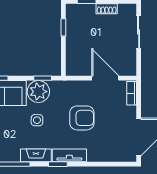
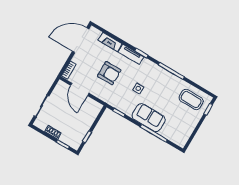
plant: (38, 92) -> (127, 106), removed
armchair: (82, 118) -> (109, 73), turned 180
fireplace: (36, 155) -> (110, 42), moved

